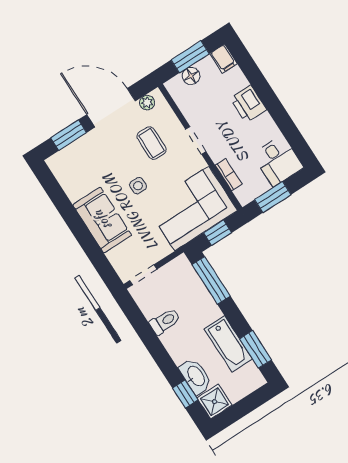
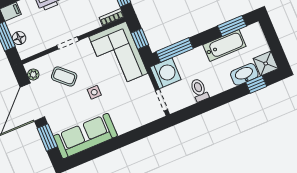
coffee table: (152, 143) -> (64, 76), turned 43
bookcase: (229, 175) -> (112, 17), moved
sofa: (102, 220) -> (85, 136), moved, width x1.36
washing machine: (179, 274) -> (166, 73), added

